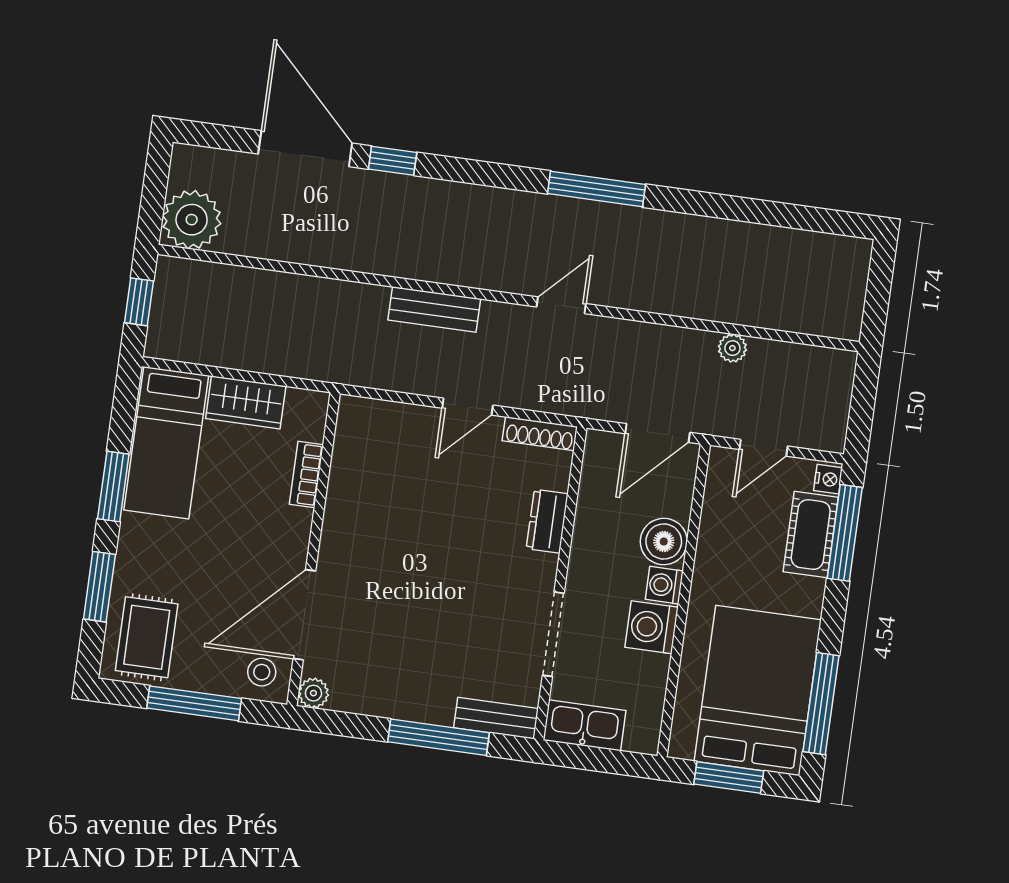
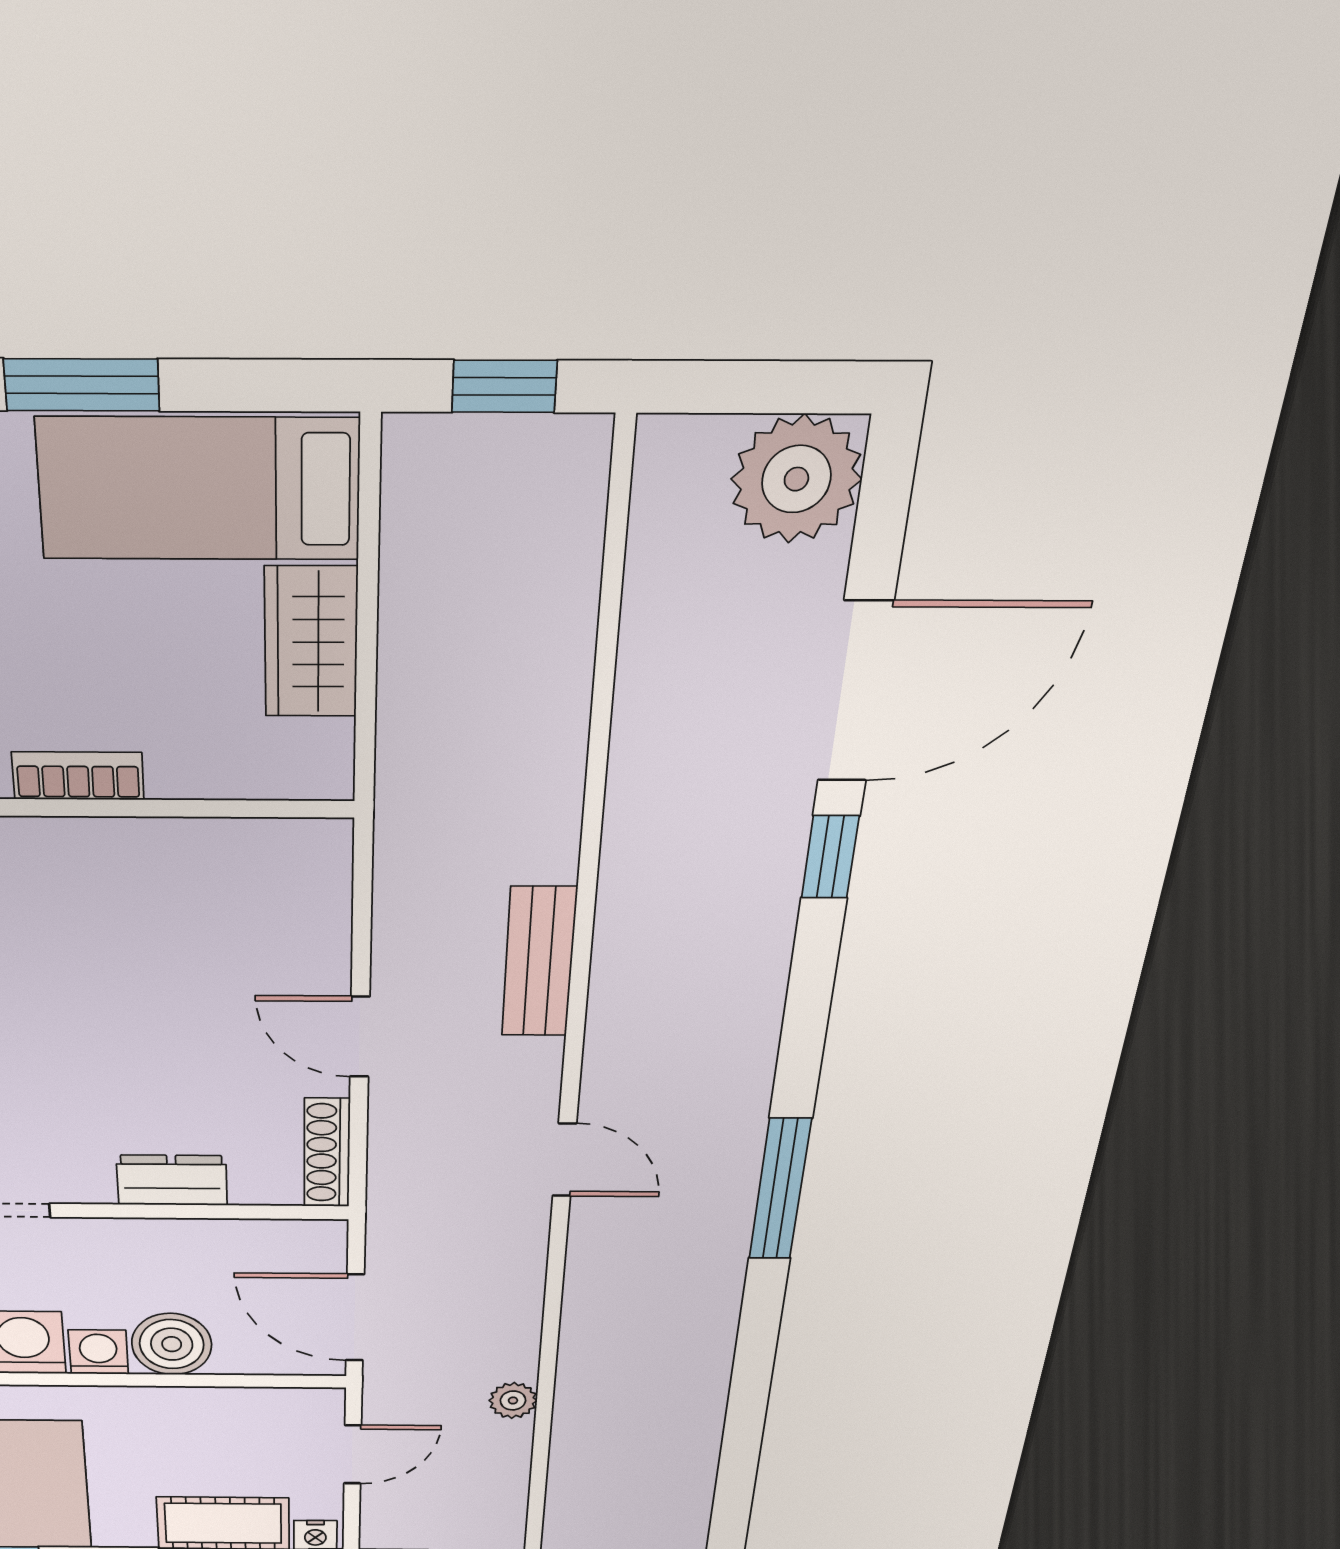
plant: (192, 220) -> (796, 479), moved
door: (763, 448) -> (353, 1455), swing flipped
bookcase: (306, 474) -> (78, 776), moved

